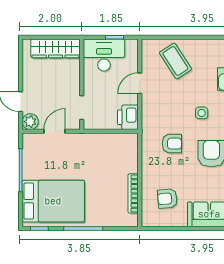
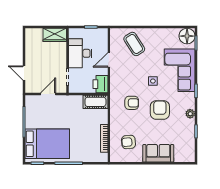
wardrobe: (56, 48) -> (55, 35), width x0.67
desk: (104, 55) -> (80, 53), moved, turned -90
plant: (30, 122) -> (31, 87), removed
cot: (121, 142) -> (95, 102), added

